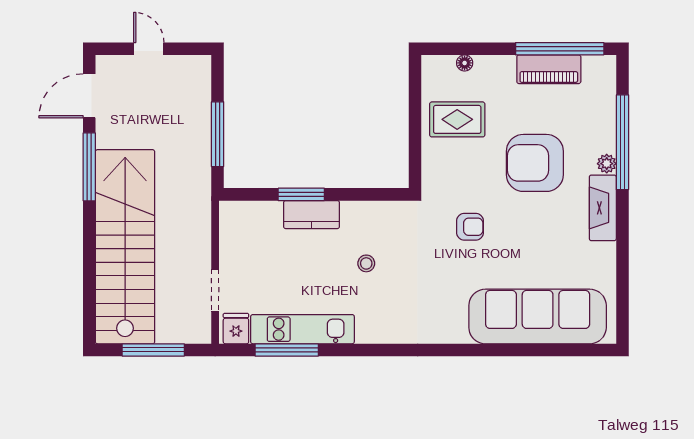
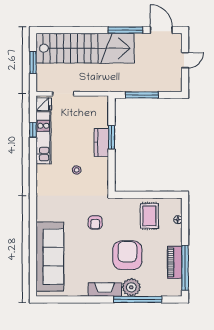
plant: (607, 164) -> (131, 287), width x1.88, depth x1.88
window: (153, 350) -> (33, 62), width x0.69
window: (287, 350) -> (33, 130), width x0.46

